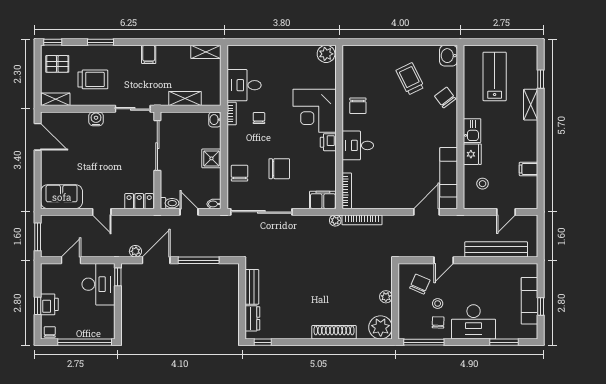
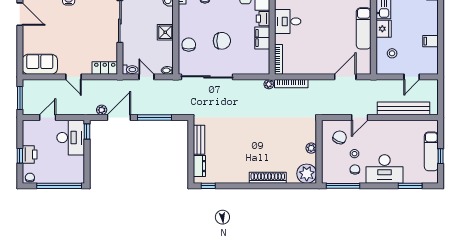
exam couch: (449, 172) -> (364, 28), moved
filing cabinet: (323, 200) -> (262, 38), moved, turned -90

